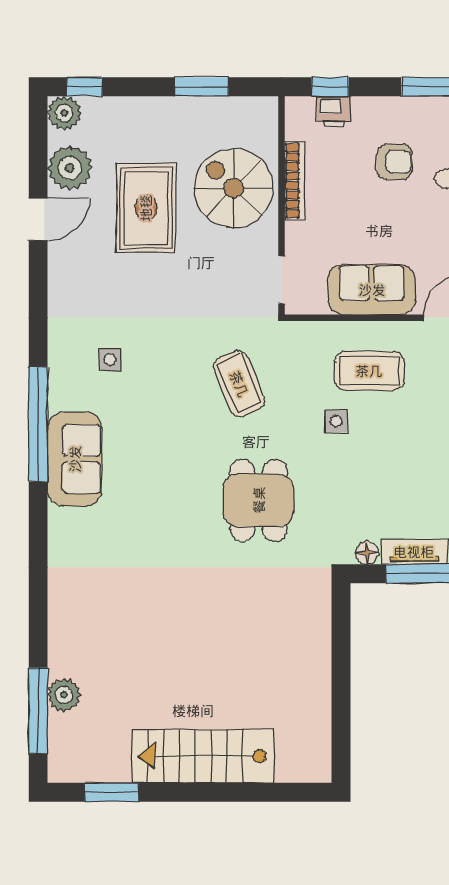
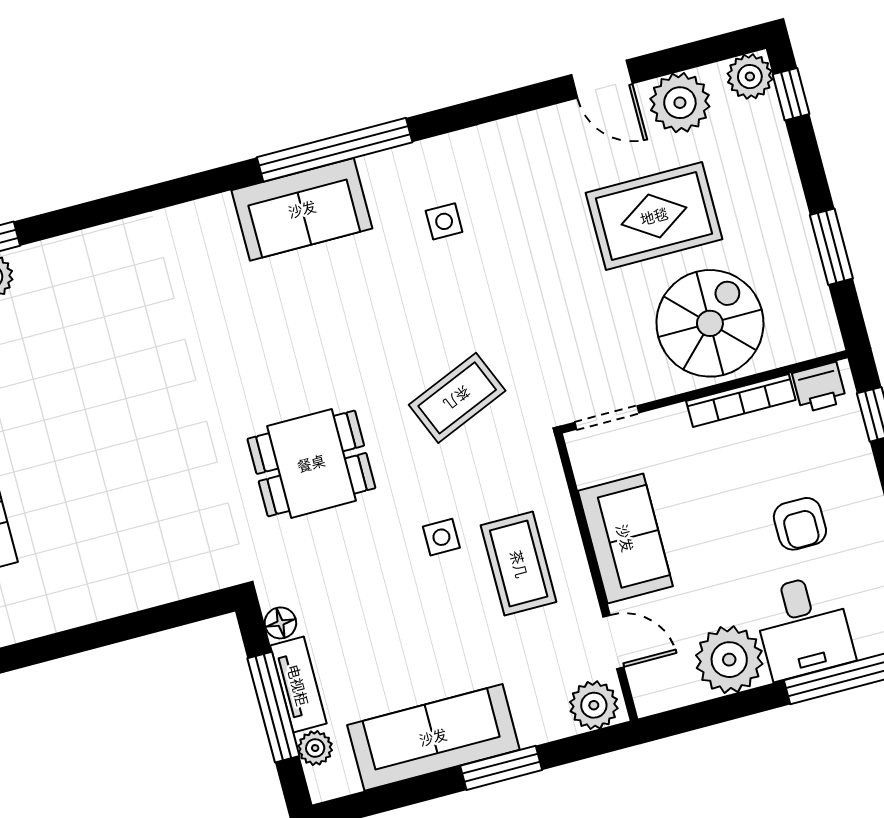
printer: (334, 112) -> (819, 387), moved, turned -90

